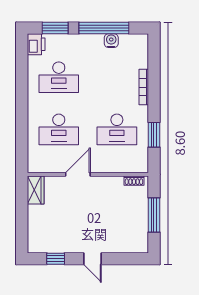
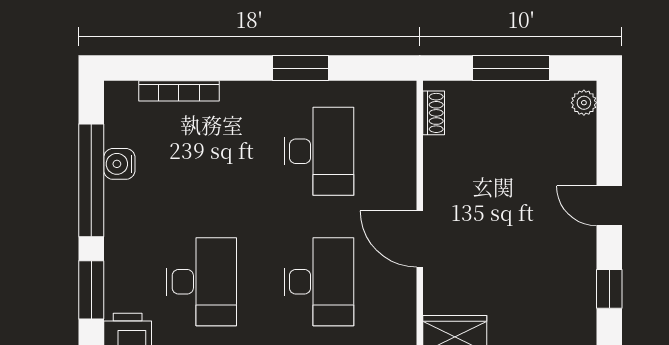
bookcase: (144, 87) -> (179, 91), moved
window: (154, 135) -> (300, 68), moved
plant: (138, 247) -> (584, 103), added
door: (93, 259) -> (609, 206), swing flipped

